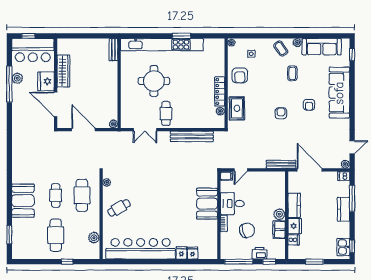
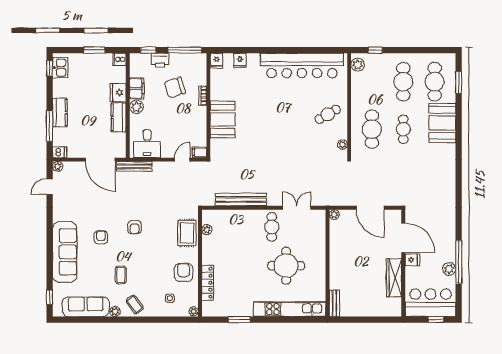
window: (181, 36) -> (239, 320), moved
kitchen unit: (162, 45) -> (290, 309), width x0.73
fridge: (46, 81) -> (412, 260), width x0.53, depth x0.75
locker: (220, 91) -> (208, 283), moved
desk: (232, 204) -> (147, 144), moved, turned 90
cafe table: (29, 235) -> (435, 82), added
plant: (94, 238) -> (358, 65), moved
cooker: (294, 240) -> (119, 59), moved
fridge: (181, 253) -> (216, 61), moved
window: (67, 262) -> (375, 50), moved

